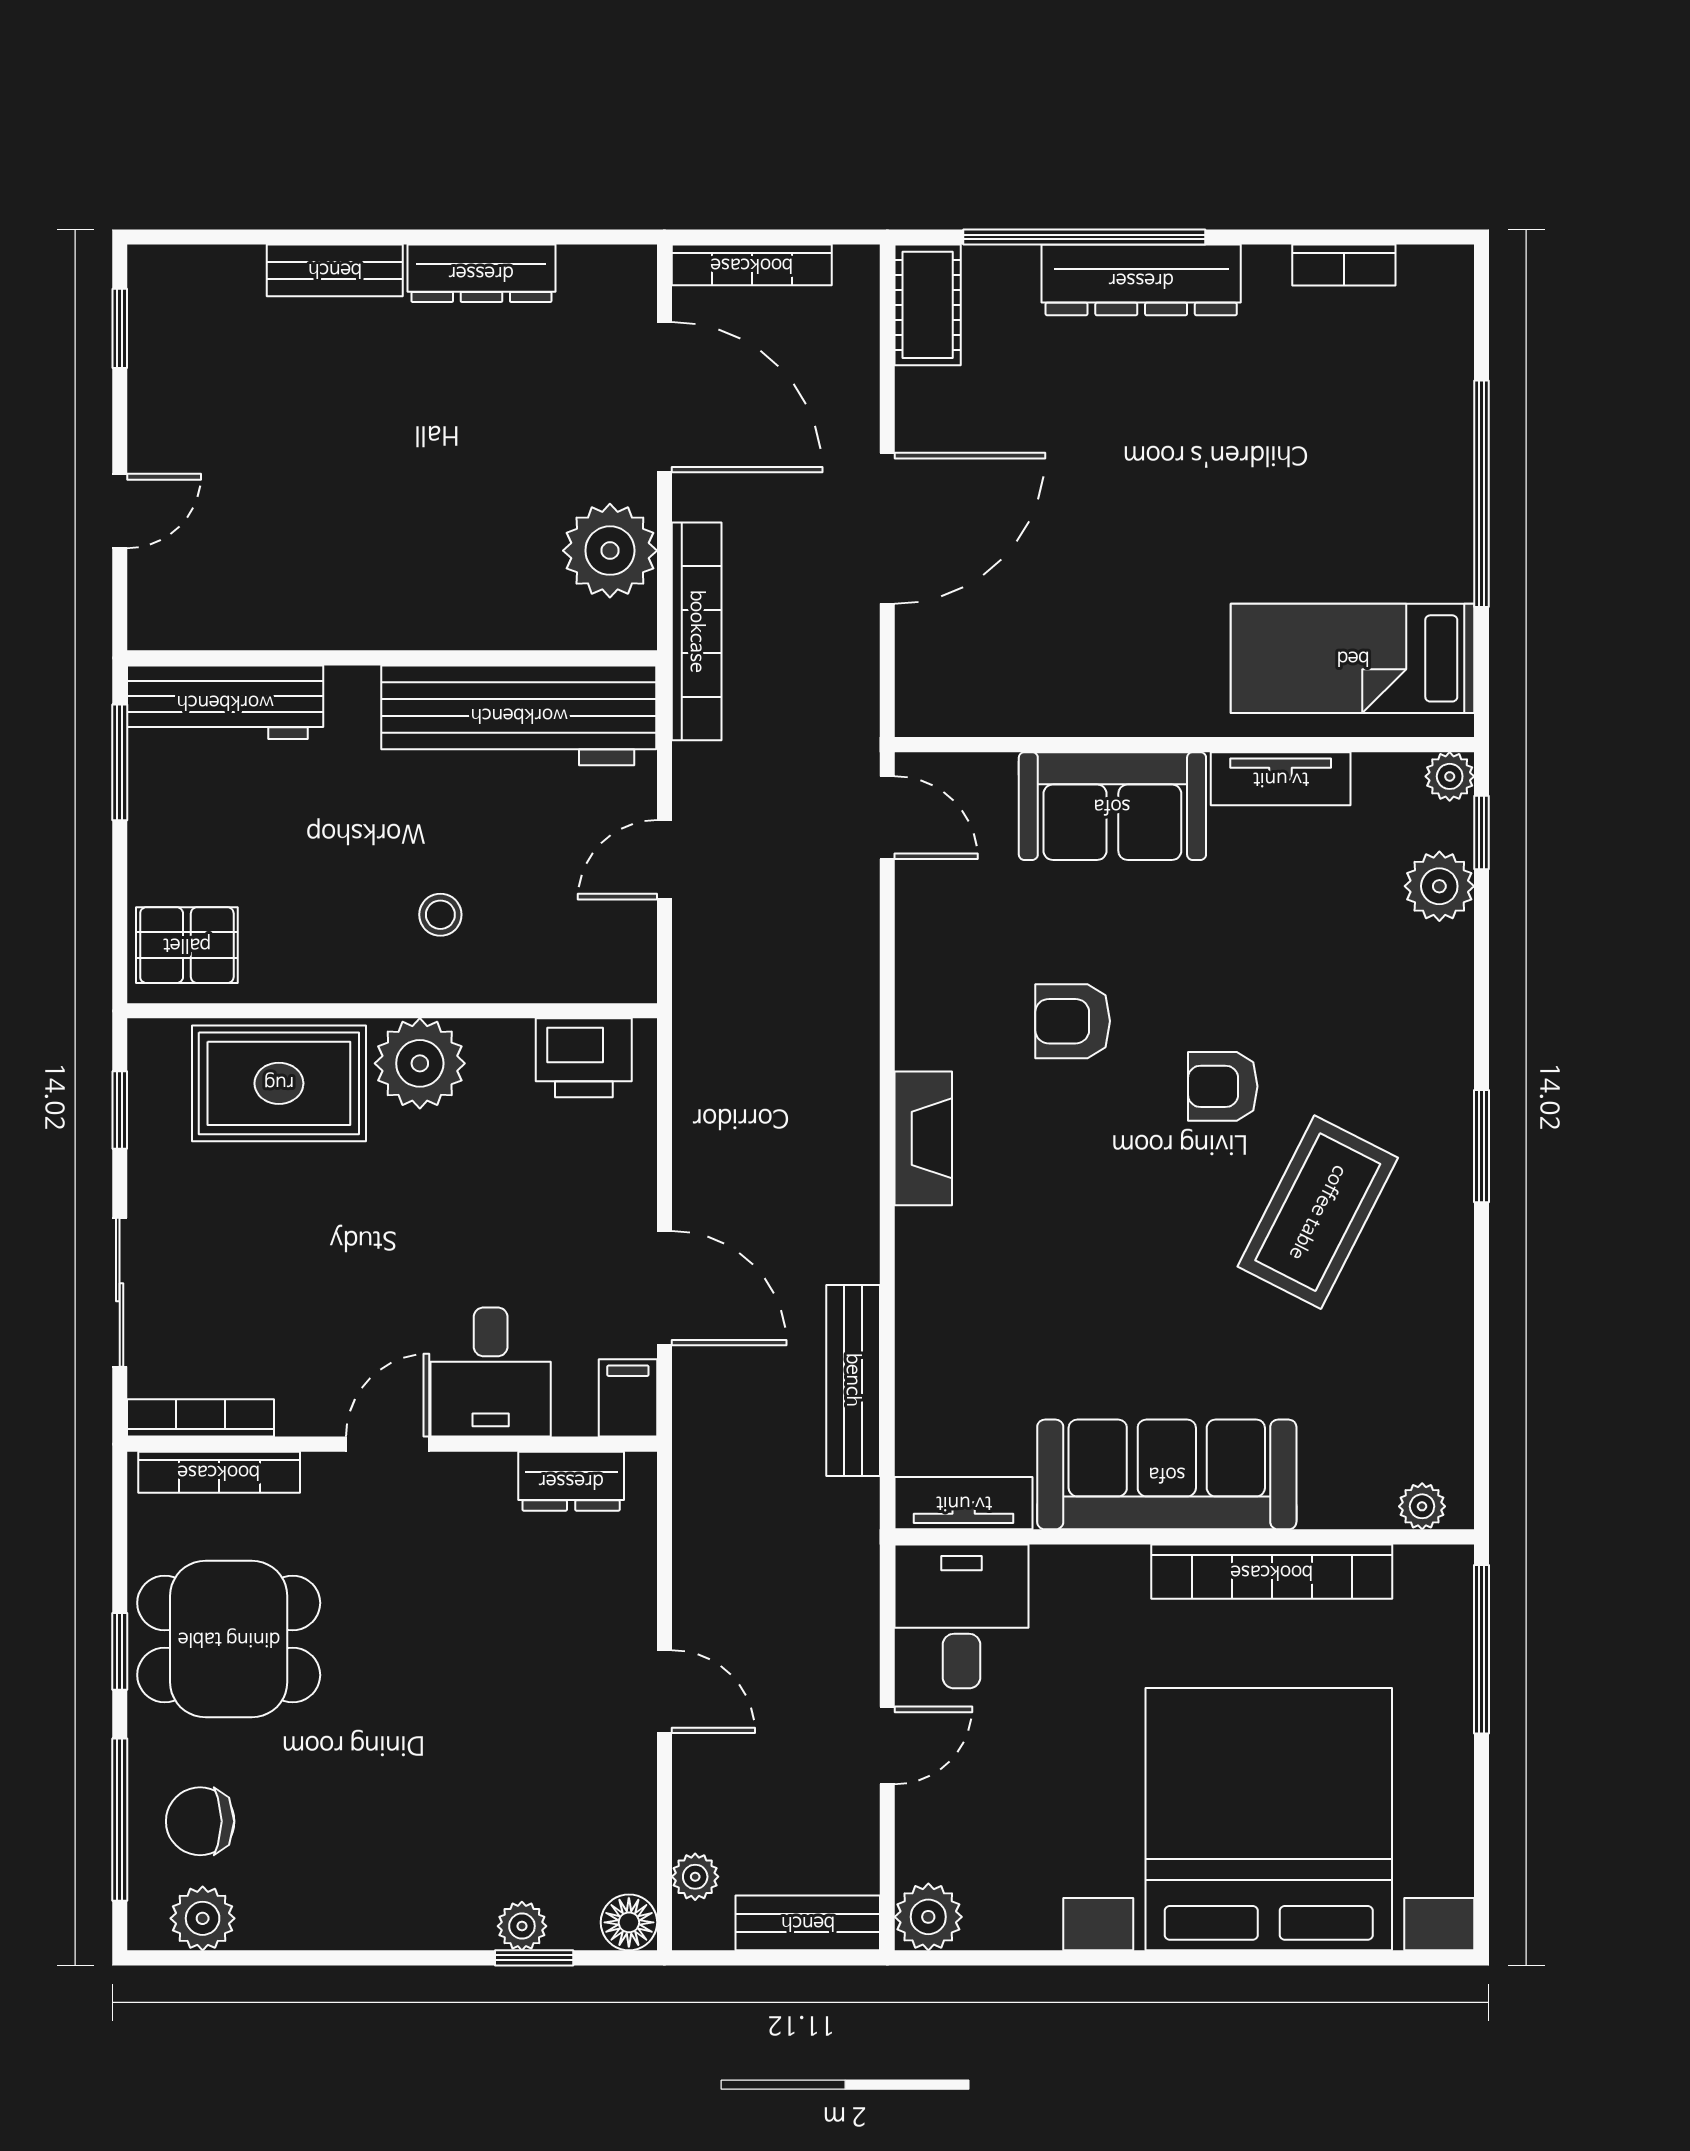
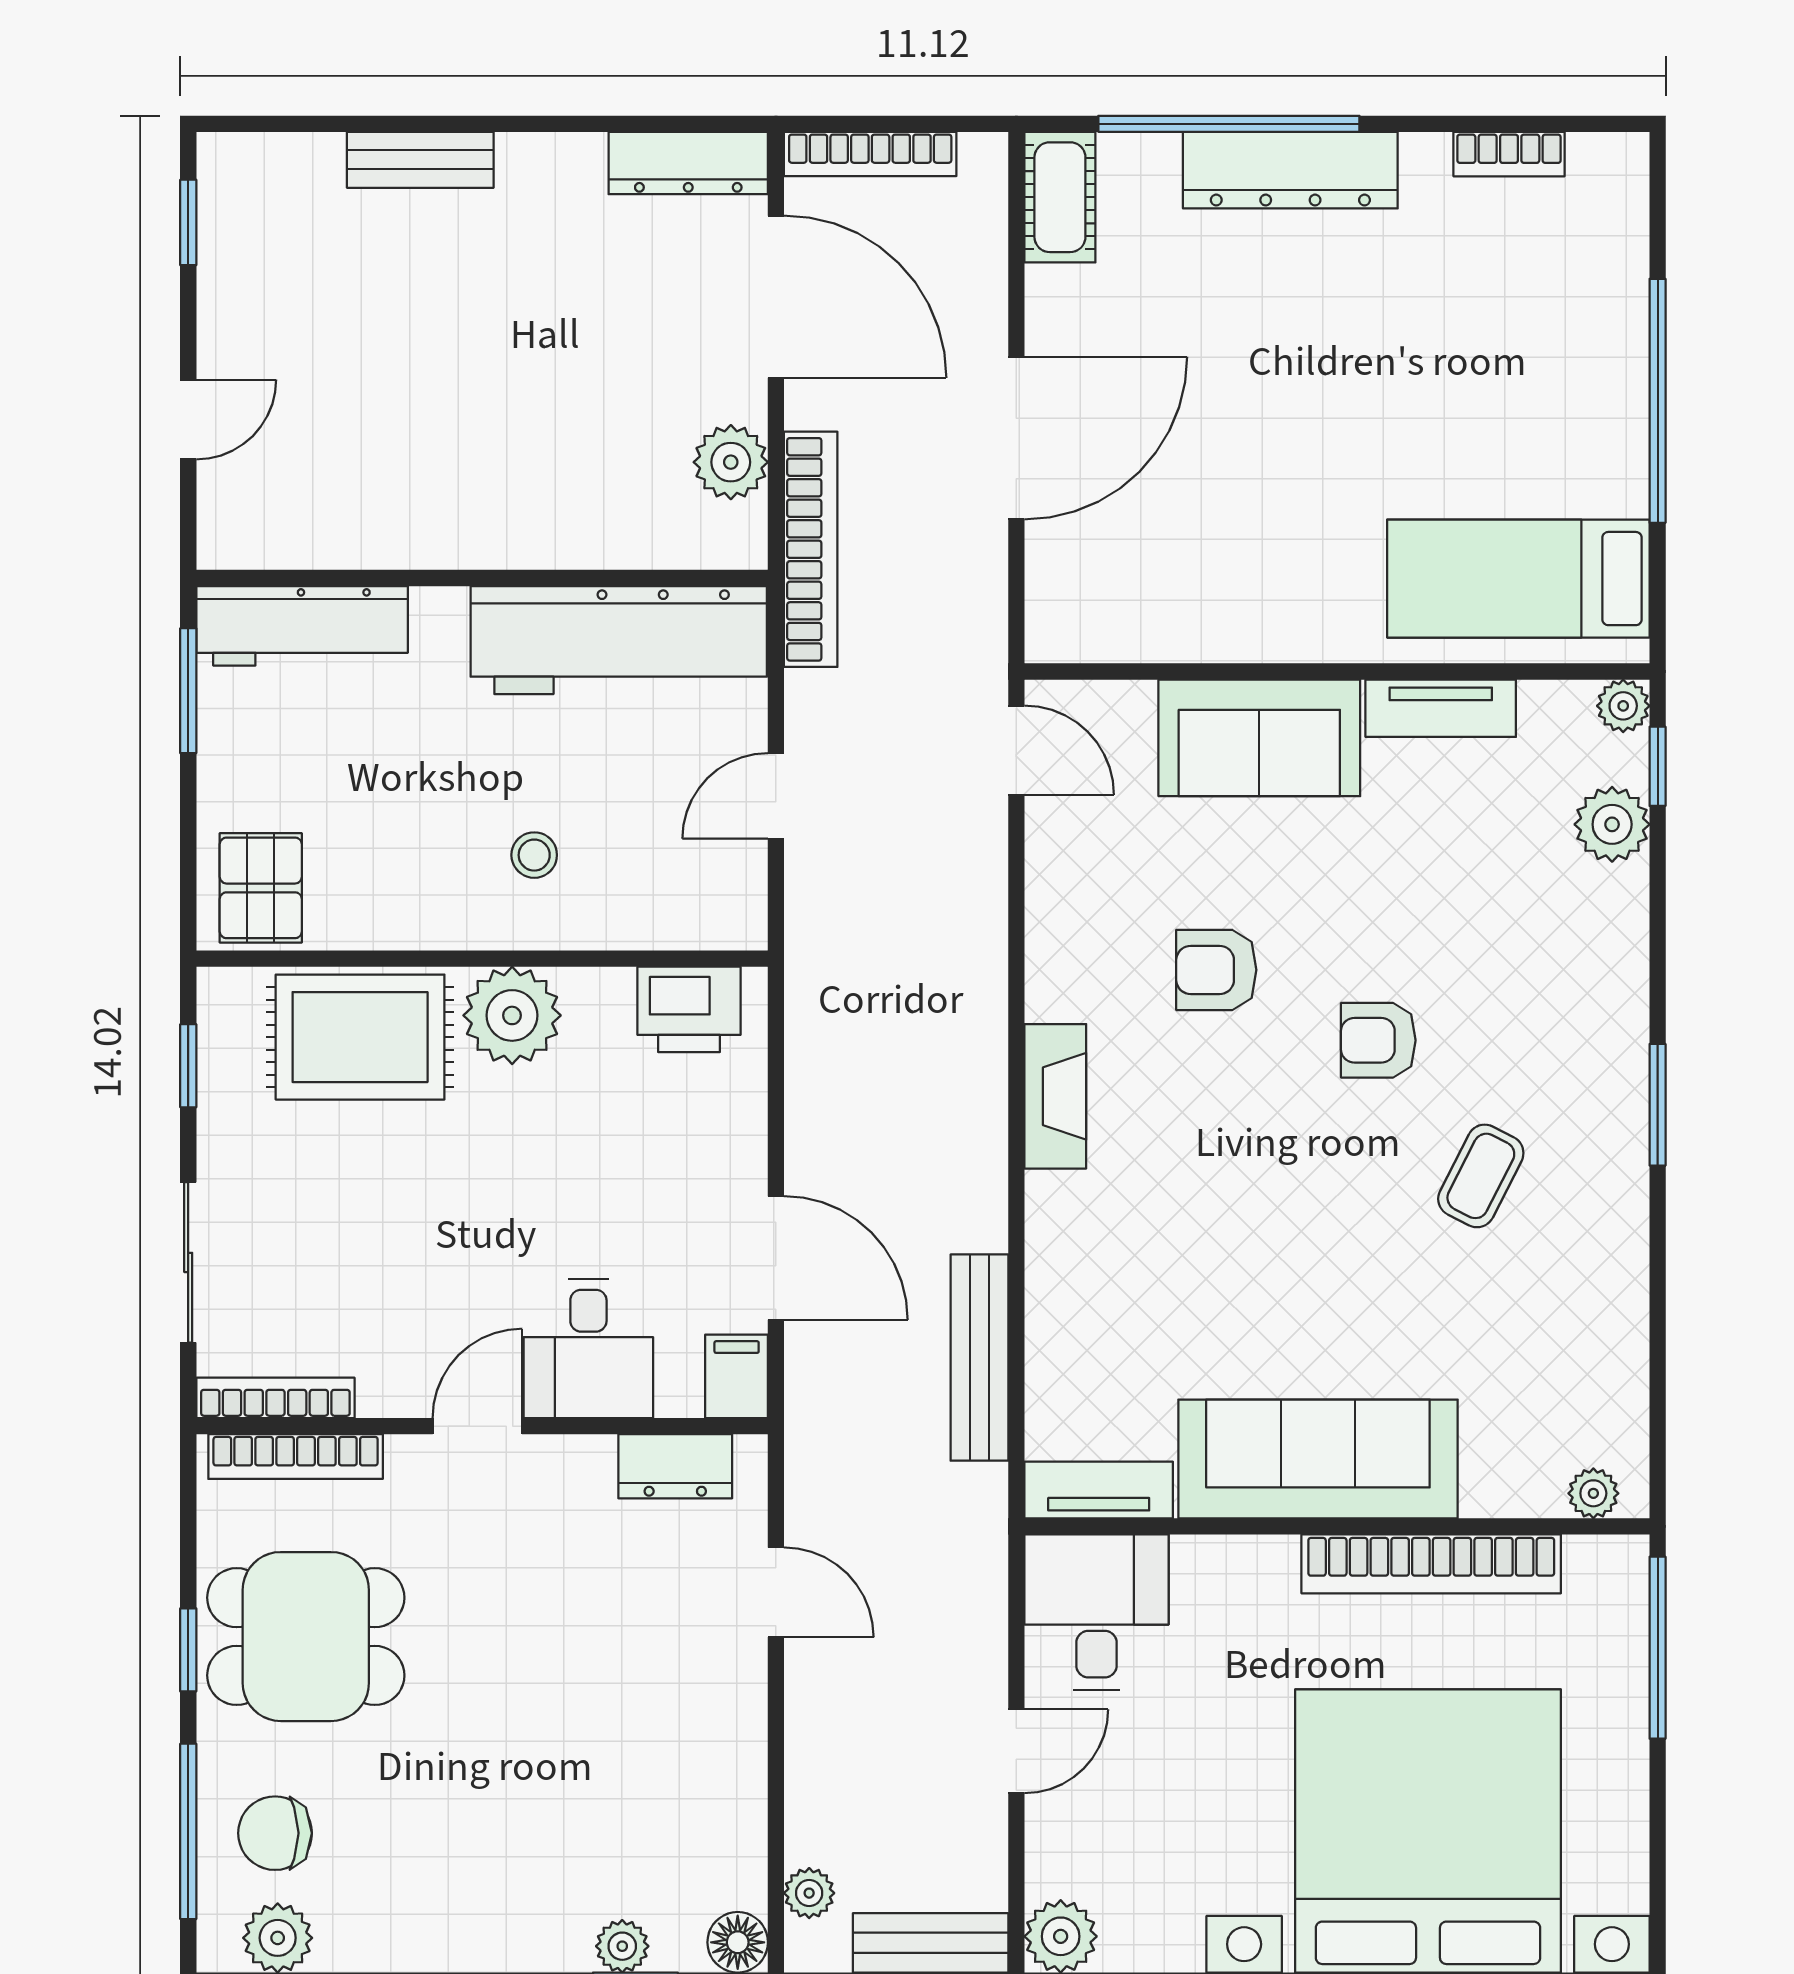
dresser: (481, 273) -> (688, 163), moved
plant: (610, 551) -> (731, 462), width x0.73, depth x0.73
pallet: (187, 945) -> (261, 888), turned 90
coffee table: (1318, 1212) -> (1481, 1176), width x0.54, depth x0.58
door: (664, 1692) -> (776, 1592), moved

